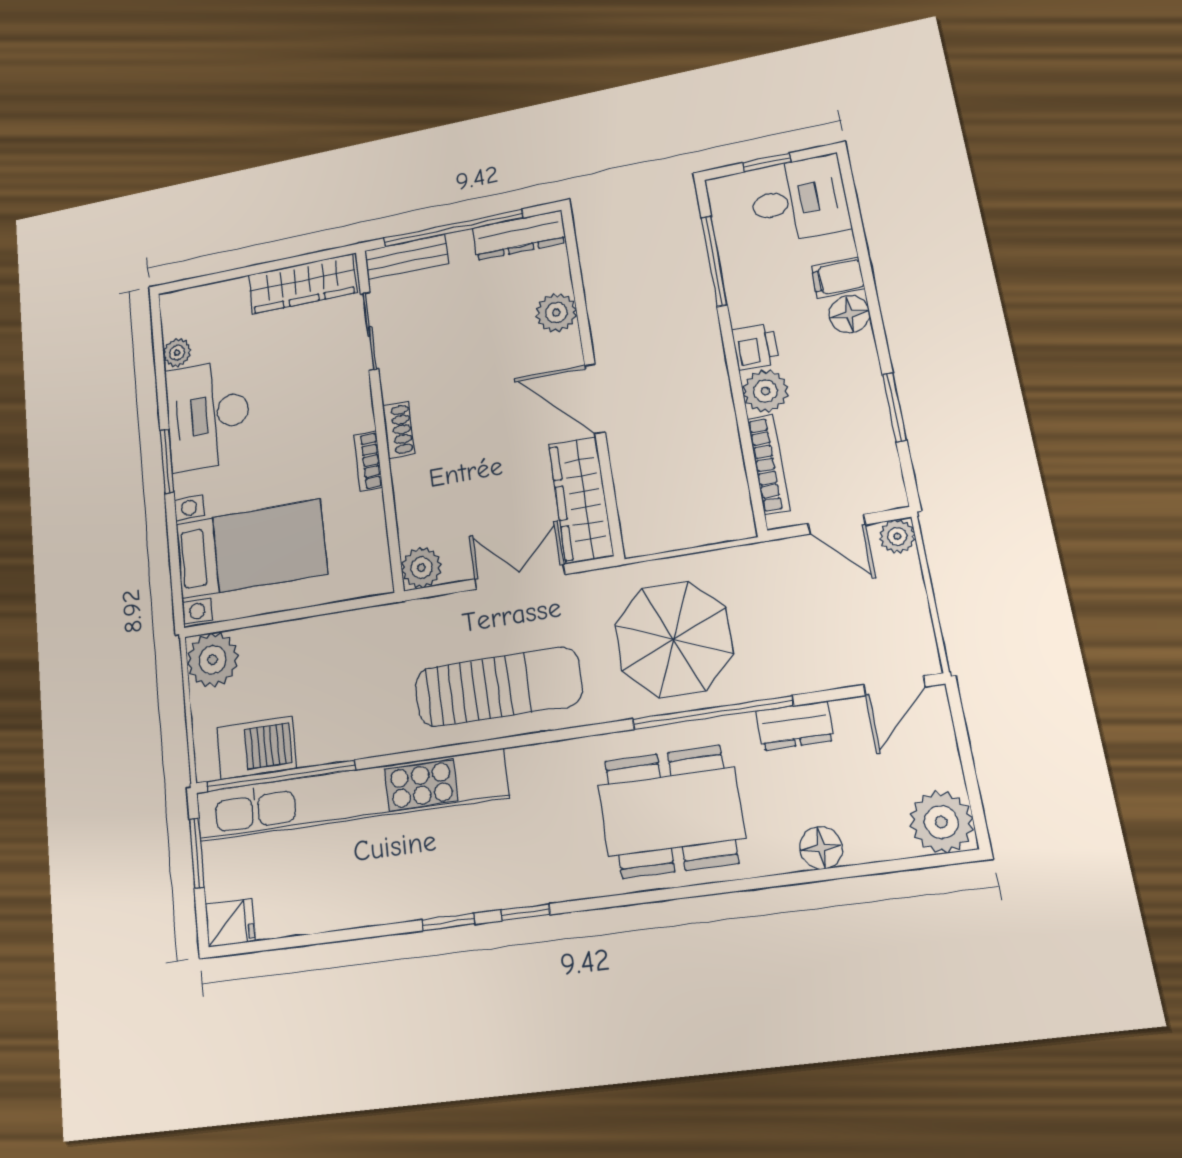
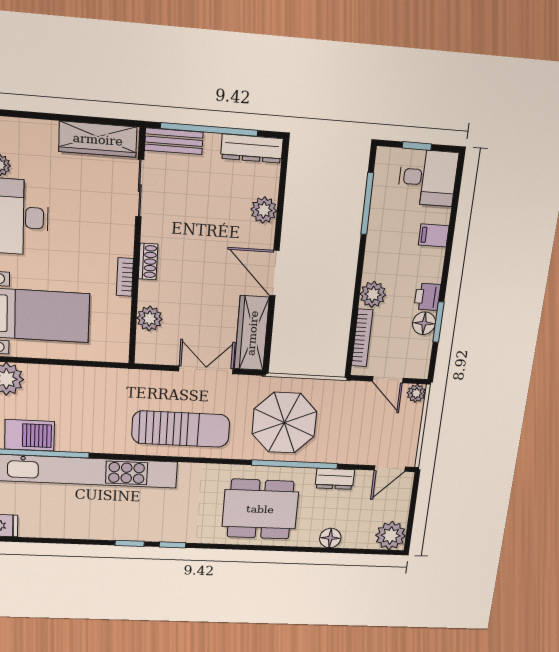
floor lamp: (849, 314) -> (424, 323), moved
printer: (755, 347) -> (427, 297), moved, turned 180
plant: (421, 568) -> (150, 319), moved

